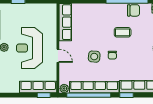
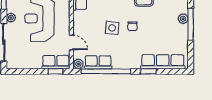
door: (58, 56) -> (71, 42), moved
row of seats: (38, 87) -> (56, 62), width x0.68
row of seats: (94, 87) -> (98, 62), width x0.50

